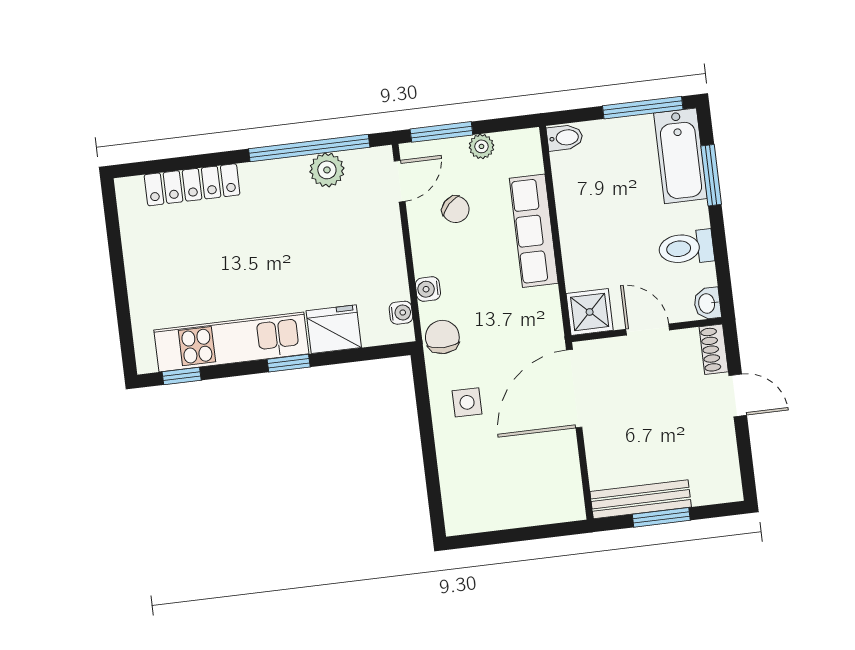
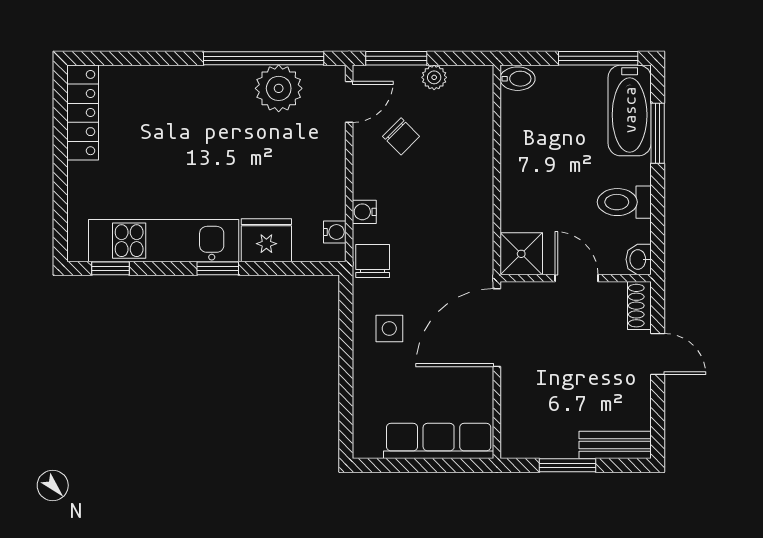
plant: (327, 170) -> (279, 88), width x1.36, depth x1.36
locker: (192, 185) -> (83, 113), moved, turned -90
row of seats: (534, 231) -> (439, 441), moved, turned 90
bench: (641, 499) -> (615, 445), moved, width x0.73

